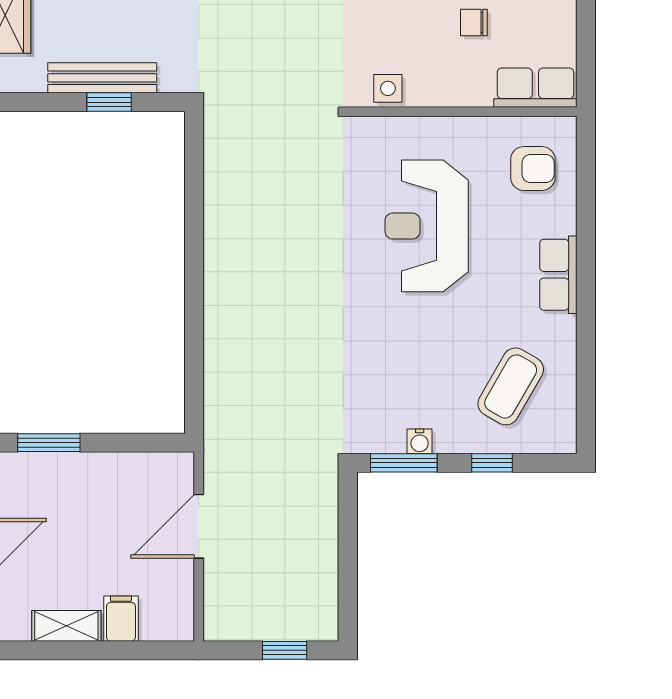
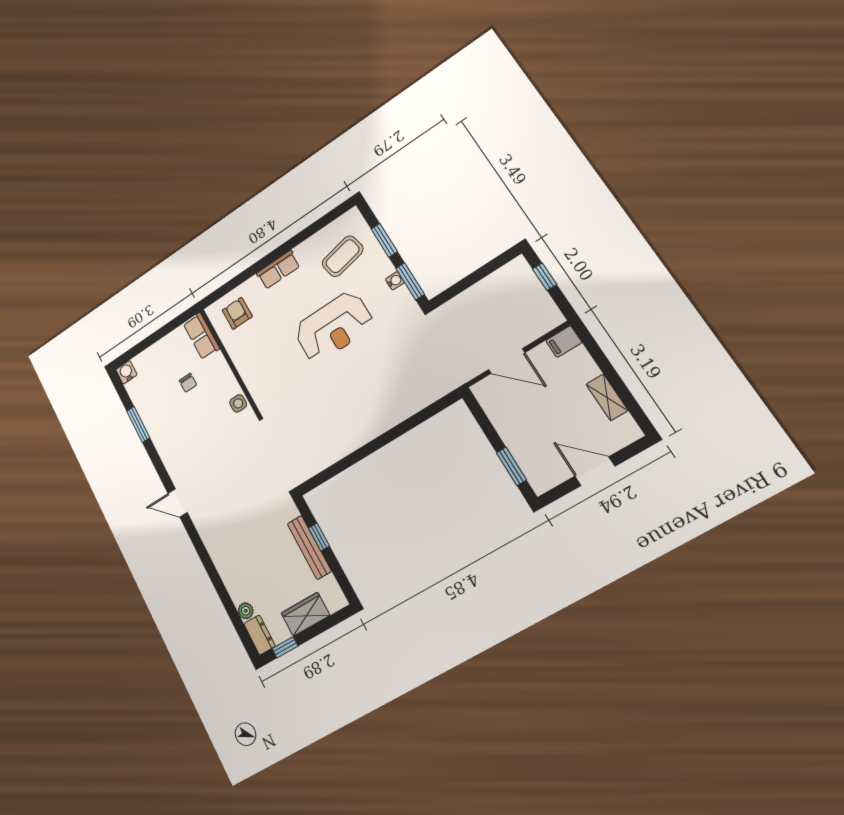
reception desk: (427, 226) -> (333, 327), moved
coffee table: (511, 386) -> (343, 256), turned -42
window: (492, 463) -> (384, 240), width x1.50
filing cabinet: (121, 619) -> (564, 342), moved

